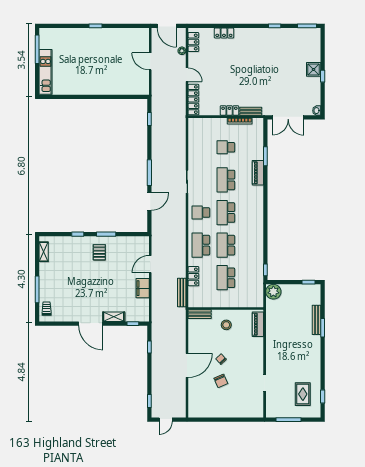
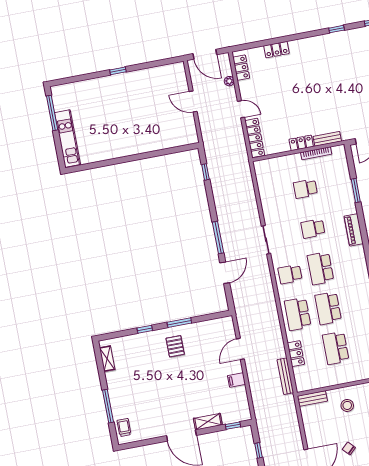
piano: (258, 173) -> (354, 230), moved
school desk: (226, 180) -> (313, 229), width x0.54
filing cabinet: (143, 288) -> (236, 380), width x0.50

